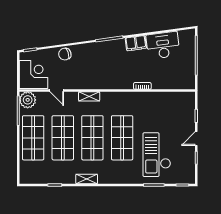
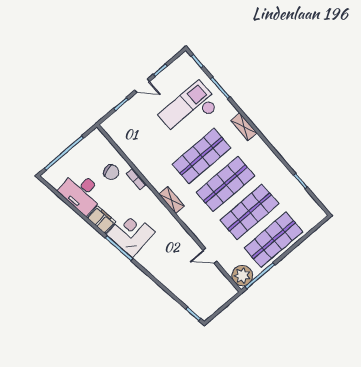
chair: (65, 54) -> (111, 172), moved
corner desk: (34, 74) -> (131, 233), moved, turned 82
door: (57, 90) -> (210, 256), swing flipped
shelving: (89, 96) -> (172, 200), moved
checkout: (157, 155) -> (189, 110), turned 180
shelving: (87, 179) -> (244, 127), moved

